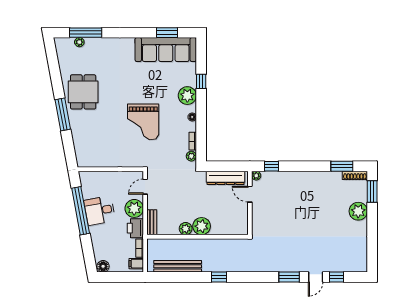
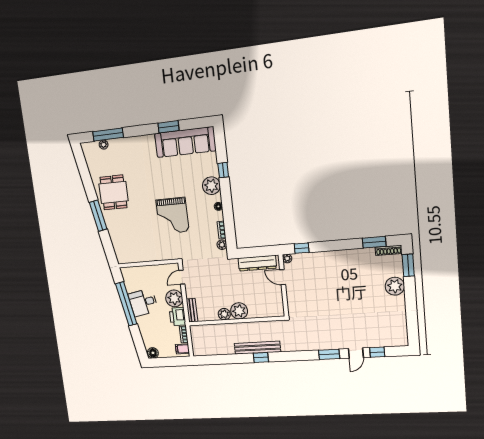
window: (167, 33) -> (168, 127), moved
bench: (178, 266) -> (257, 348), moved

